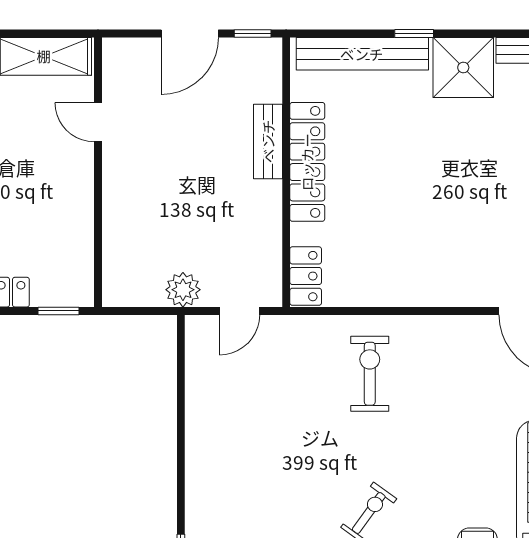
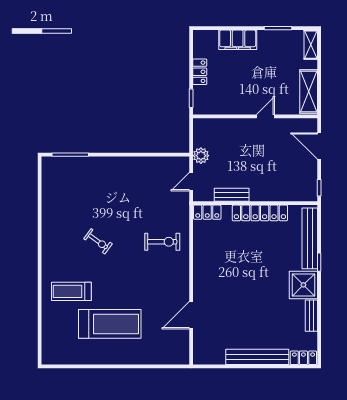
door: (190, 34) -> (319, 146), moved
door: (98, 122) -> (265, 116), moved
bench: (268, 141) -> (232, 195), moved
door: (239, 311) -> (191, 182), hinge flipped

